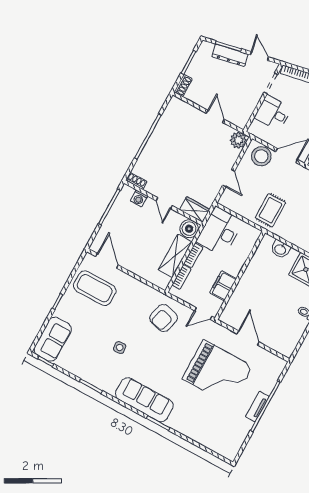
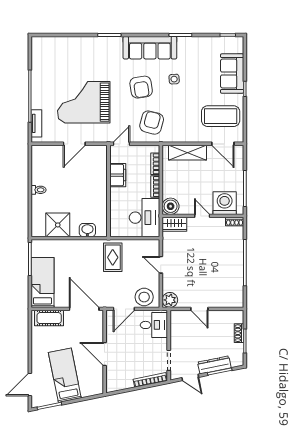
shoe rack: (183, 85) -> (239, 333), moved
desk: (273, 113) -> (154, 325), moved
washing machine: (139, 198) -> (225, 203), width x1.89, depth x1.89
shelving: (175, 256) -> (187, 153), moved, turned 90
door: (248, 338) -> (74, 144), hinge flipped
sofa: (53, 339) -> (232, 74), moved
armchair: (155, 357) -> (141, 87), added
sofa: (144, 400) -> (150, 48), moved
tv unit: (257, 406) -> (36, 123), moved

